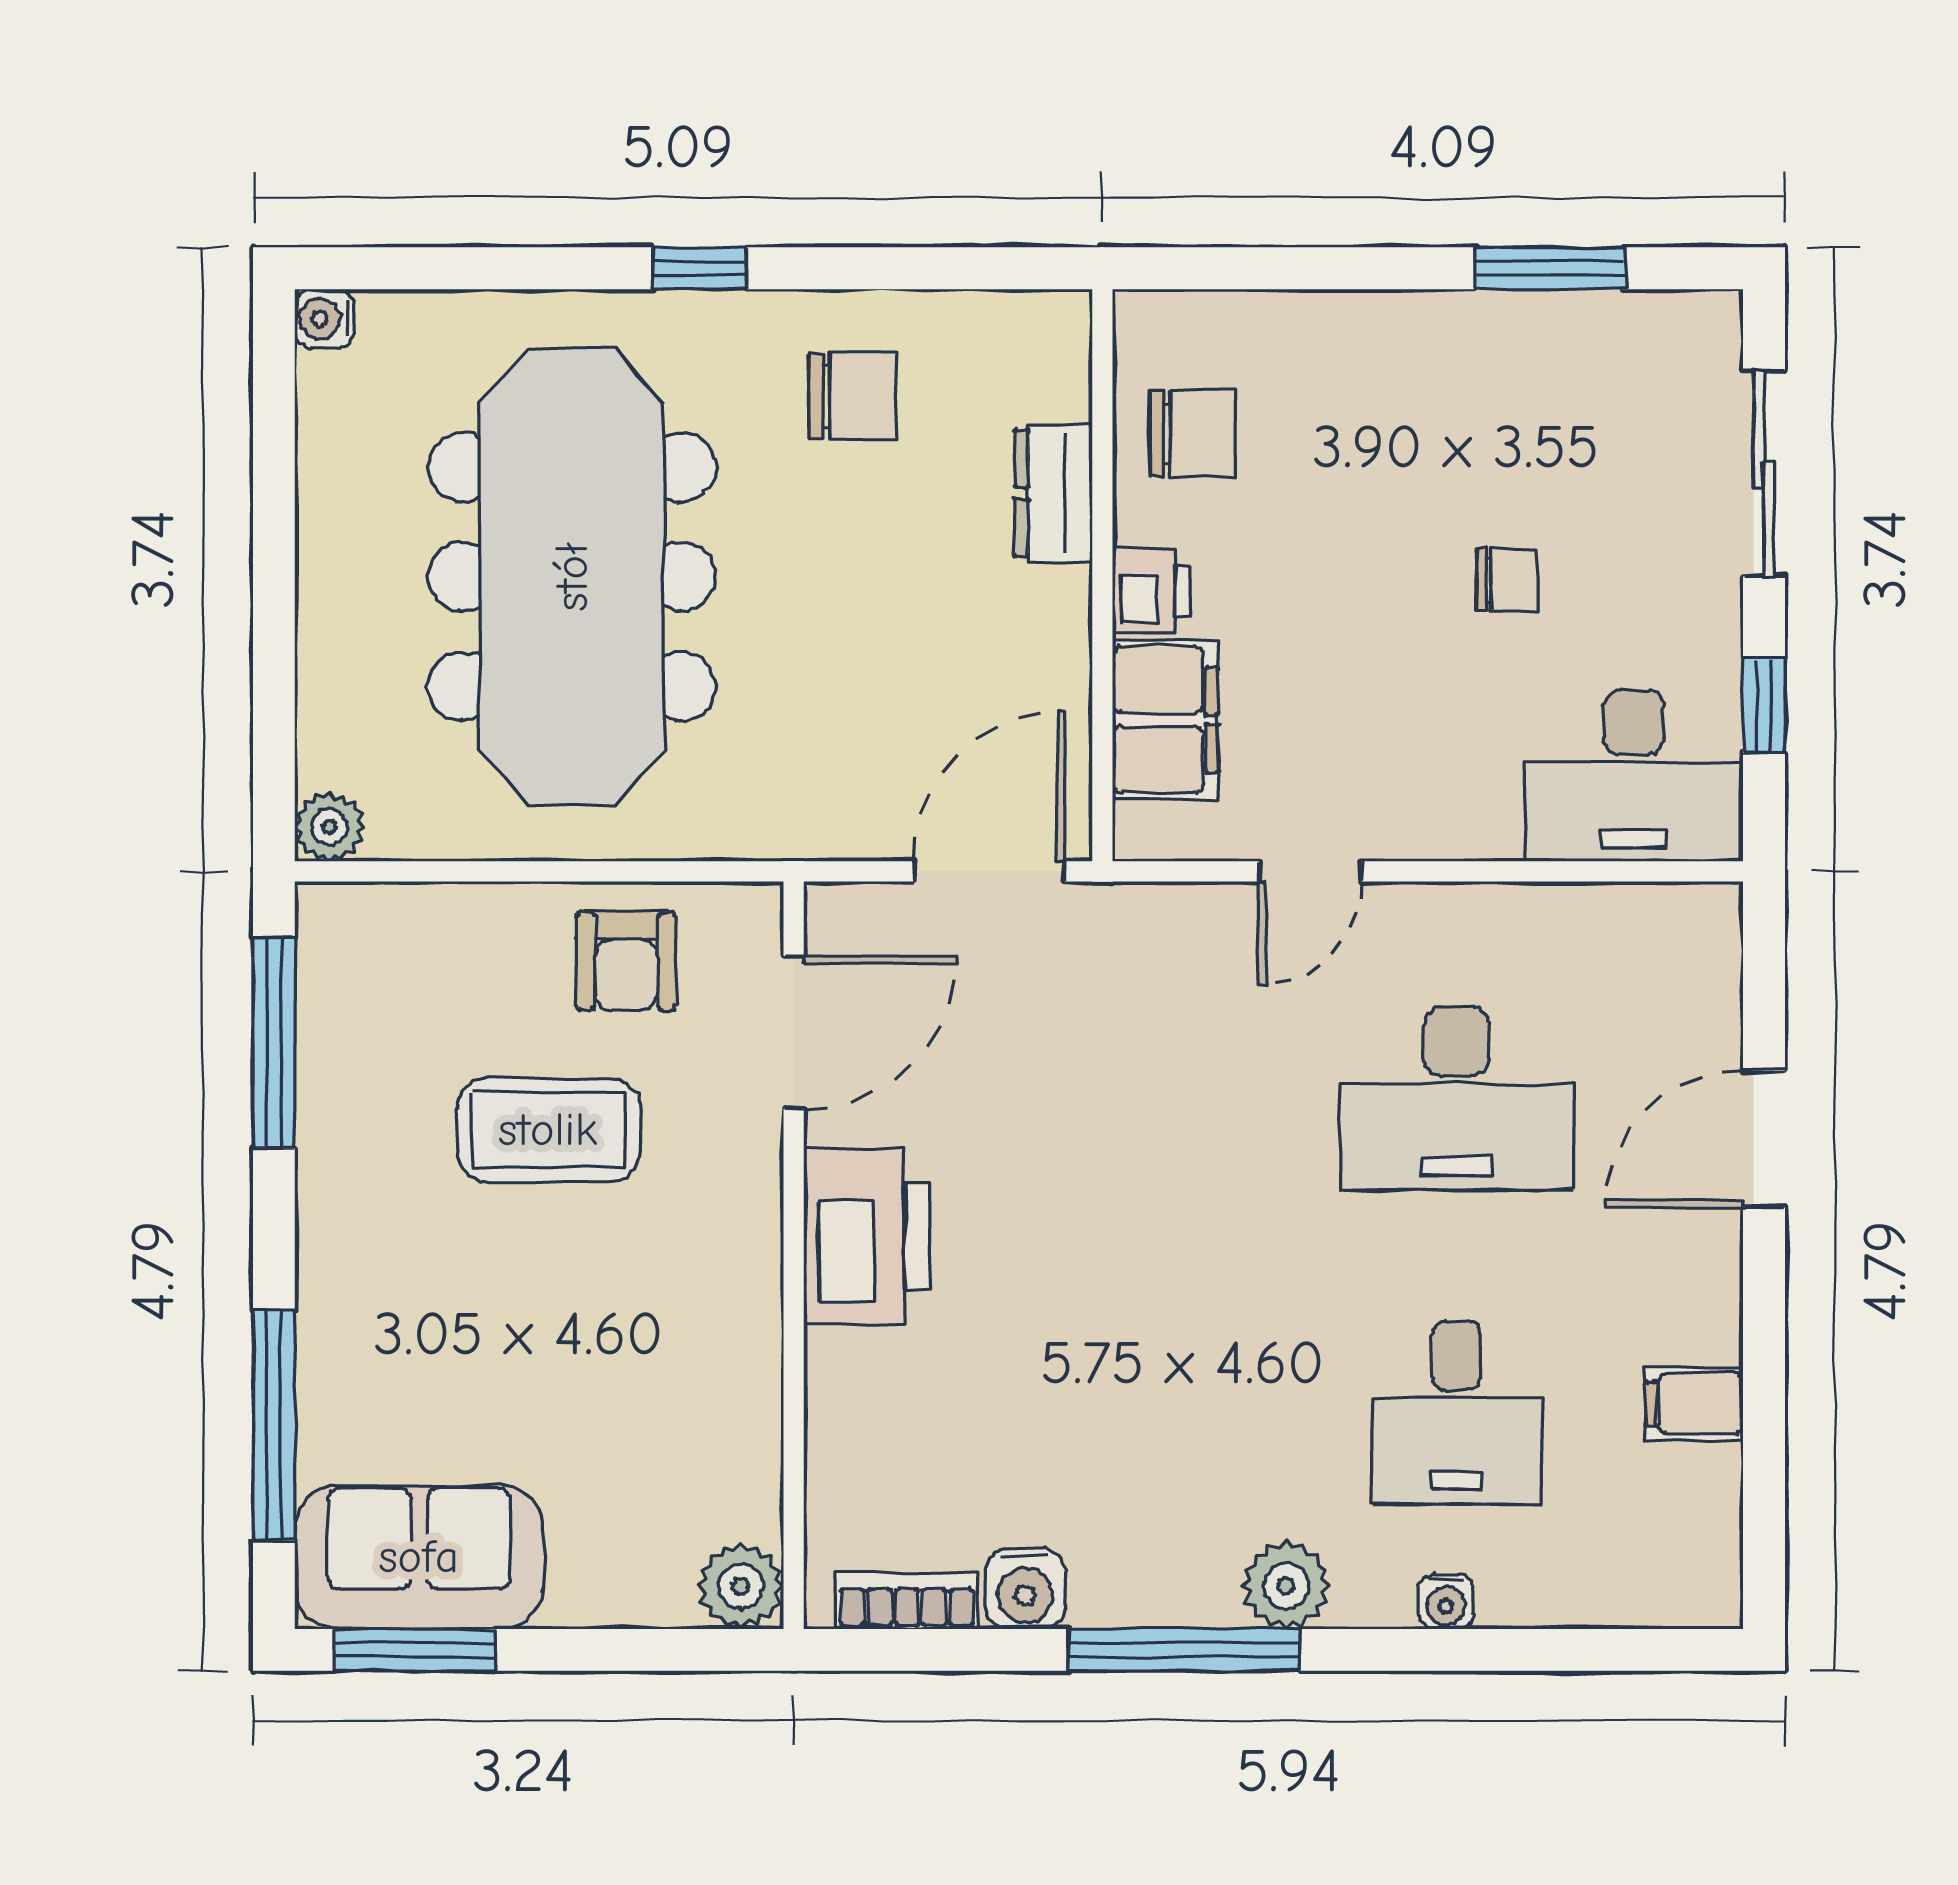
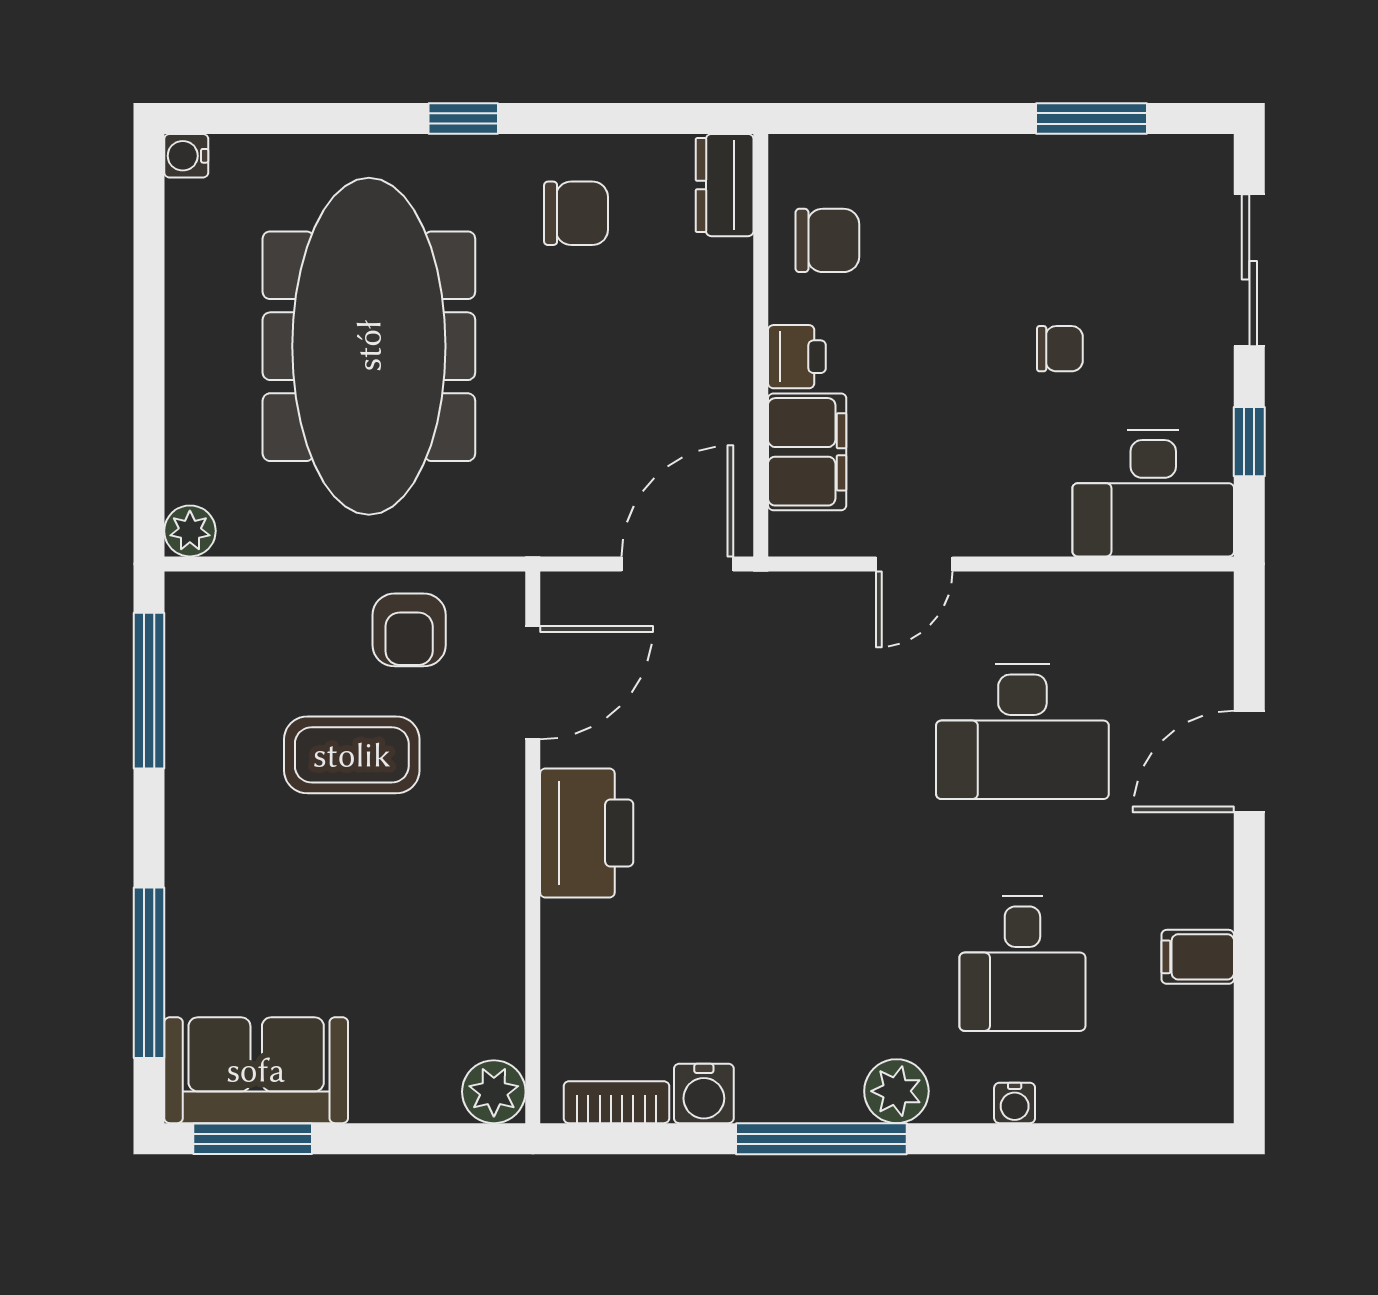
dresser: (1053, 493) -> (725, 185), moved

